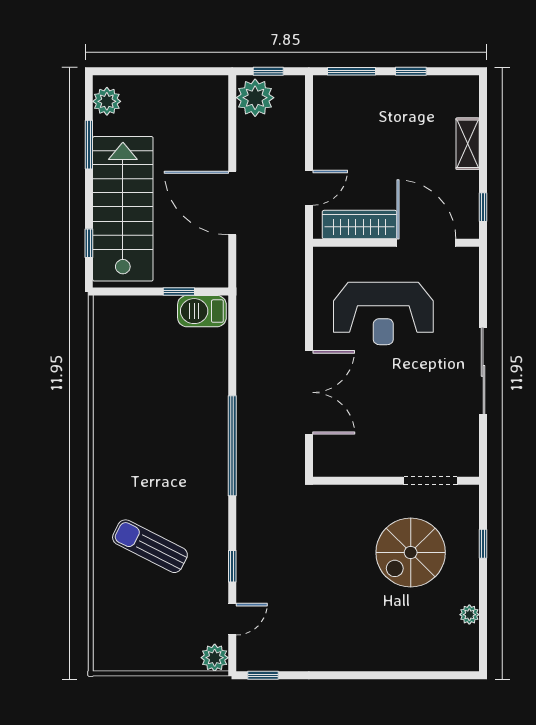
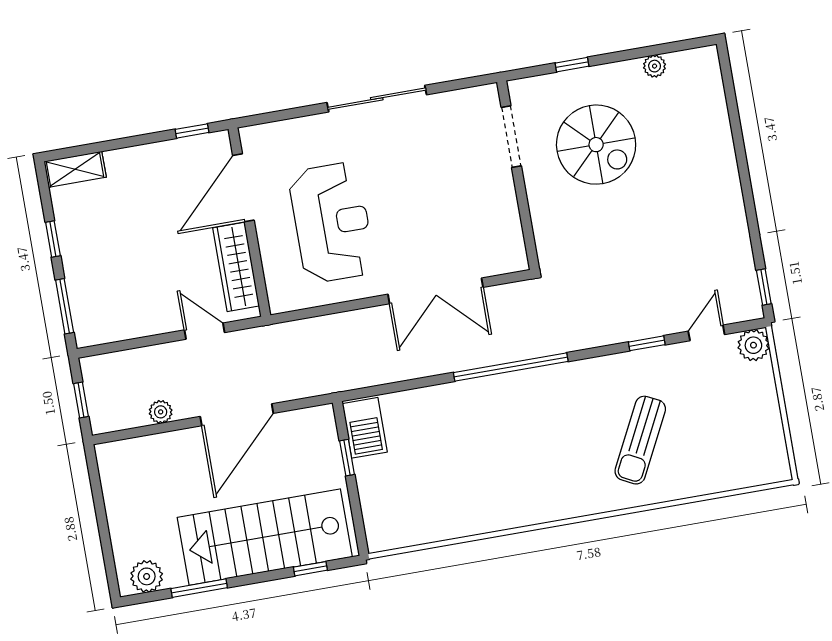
plant: (255, 98) -> (161, 412), moved, width x0.53, depth x0.53
shelving: (468, 144) -> (75, 169), moved
double door: (309, 392) -> (435, 291), swing flipped
door: (232, 619) -> (706, 333), hinge flipped

